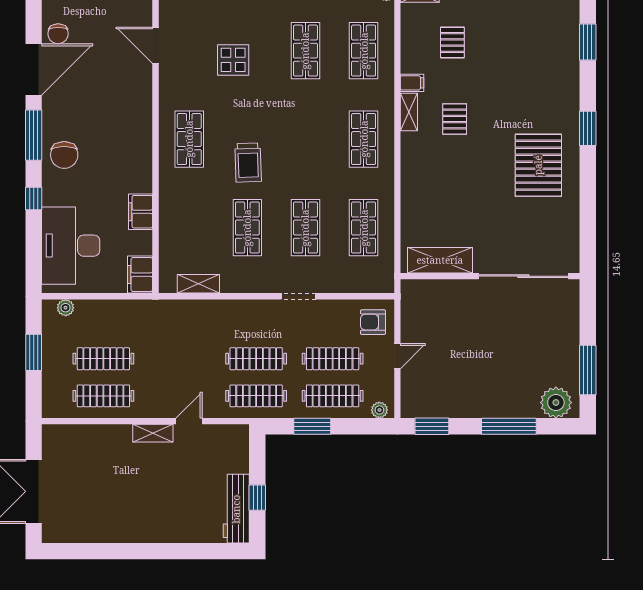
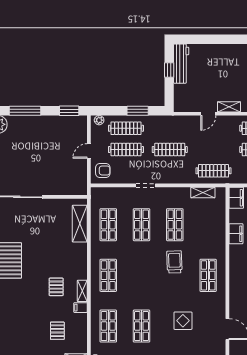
shelving: (440, 260) -> (80, 224), moved, turned 90
clothes rail: (256, 396) -> (214, 171), moved

